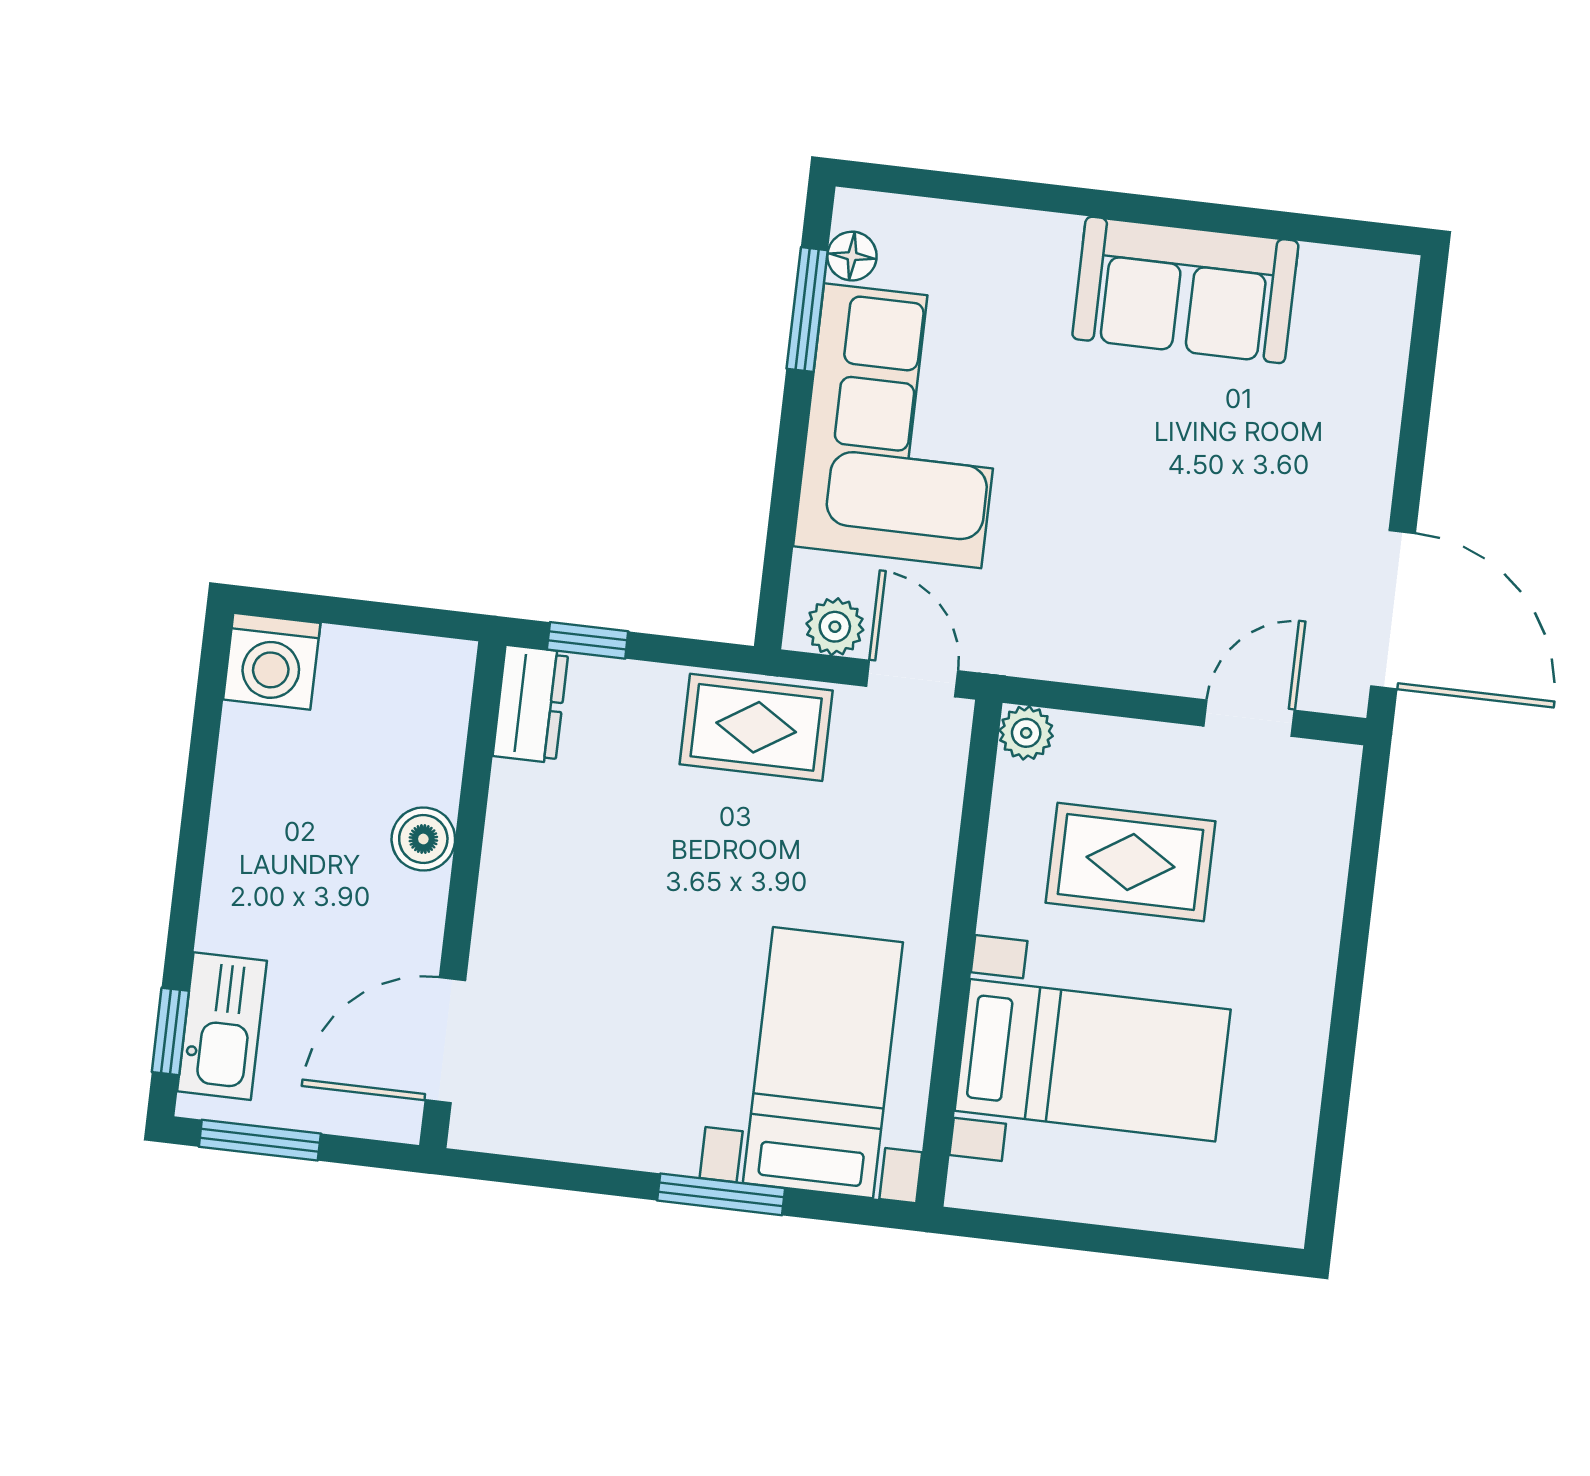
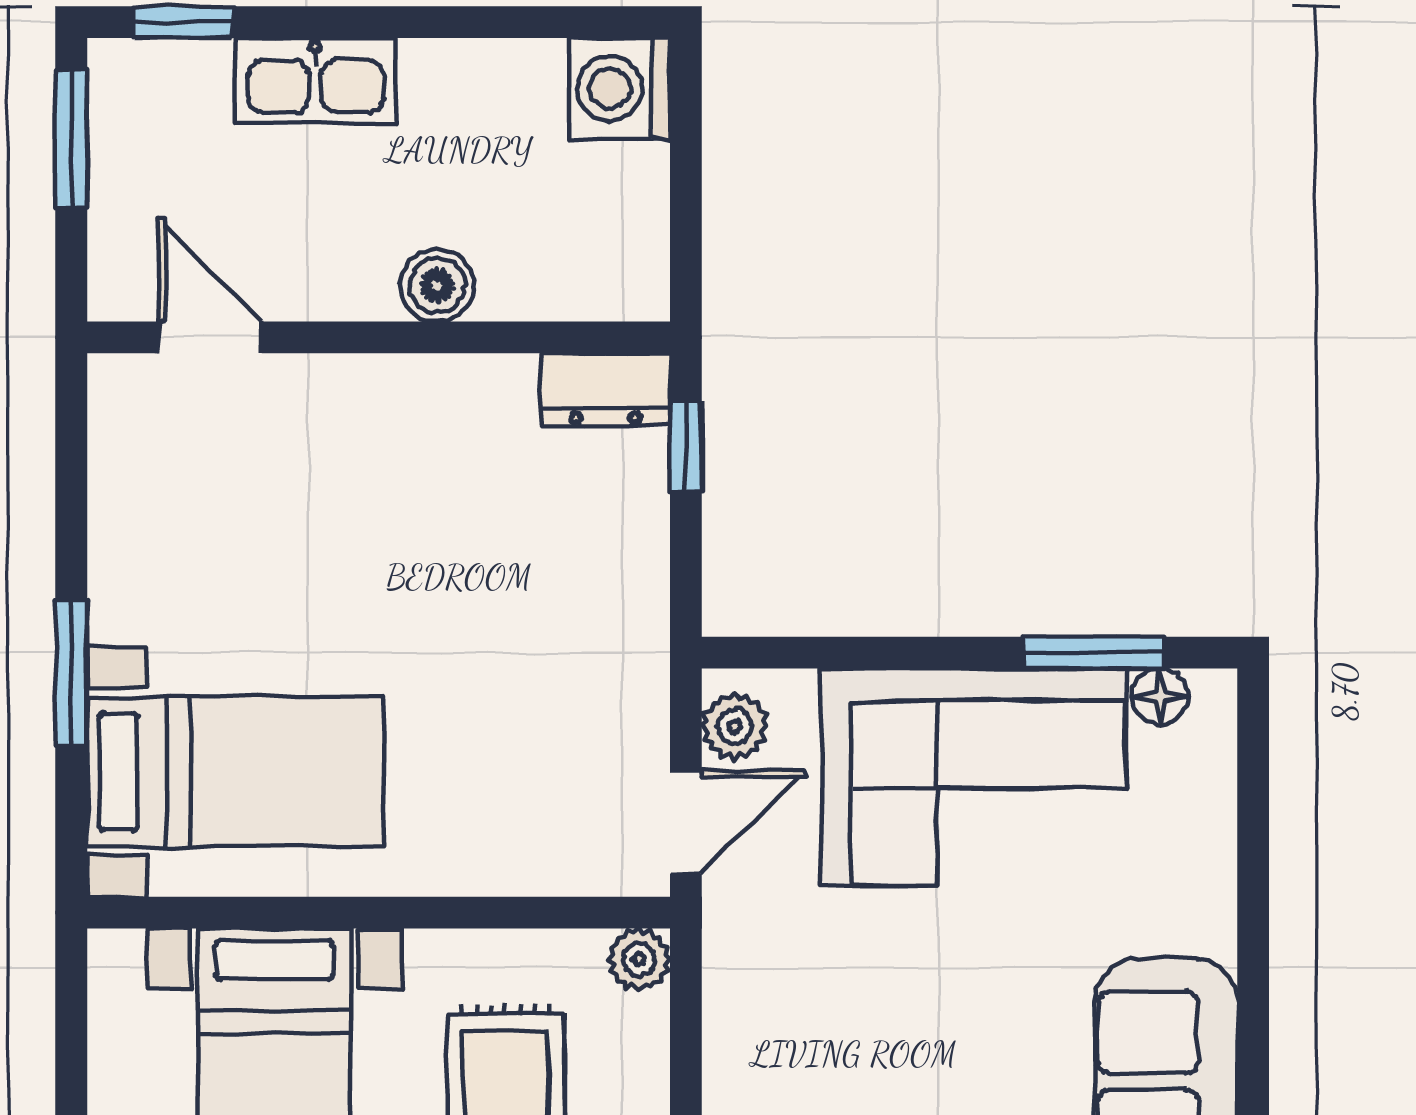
rug: (756, 727) -> (609, 650), removed
kitchen sink: (222, 1026) -> (315, 80), moved
door: (445, 1040) -> (210, 337), width x0.73

